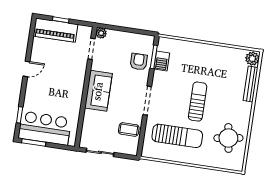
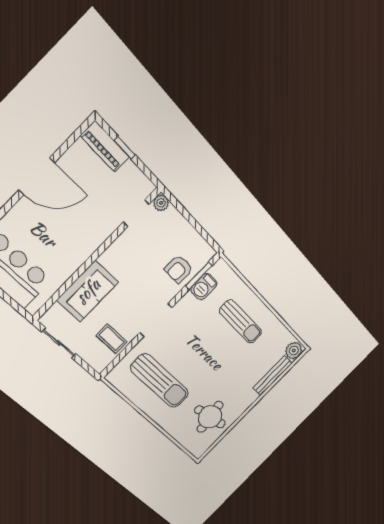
piano: (56, 30) -> (105, 147), width x0.73, depth x0.75
armchair: (139, 62) -> (179, 269), turned 180
door: (26, 69) -> (37, 176), width x1.87
sofa: (98, 91) -> (88, 291), moved
sun lounger: (198, 102) -> (241, 322), moved, turned 90

